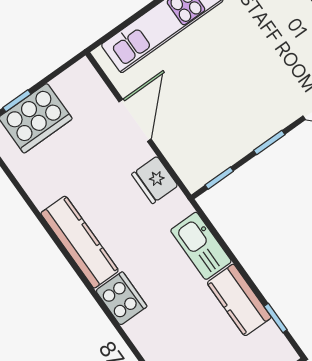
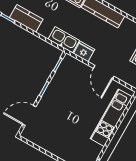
kitchen sink: (201, 246) -> (64, 40), moved

